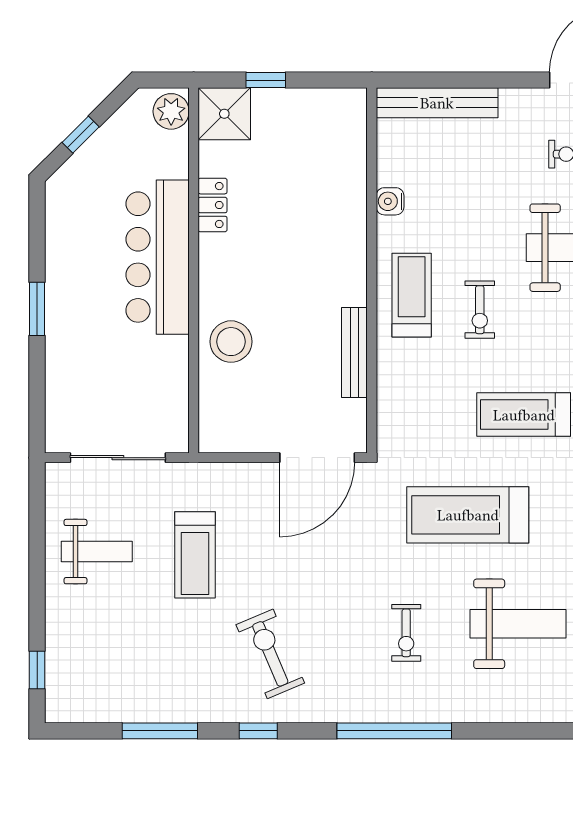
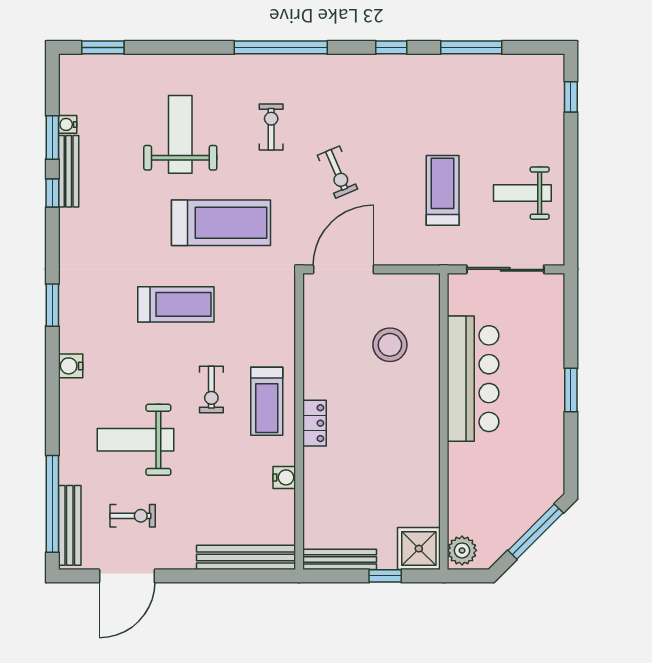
window: (81, 135) -> (536, 532), width x2.17
locker: (213, 205) -> (315, 423), moved, turned 180
bar counter: (158, 257) -> (473, 379), moved
exercise bike: (480, 310) -> (211, 389), turned 180
stool: (231, 342) -> (390, 345), moved
bench: (354, 353) -> (340, 559), moved, turned 90
weight bench: (518, 624) -> (180, 134), turned 90
exercise bike: (270, 654) -> (338, 172), moved, width x0.73, depth x0.72

